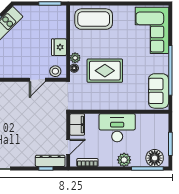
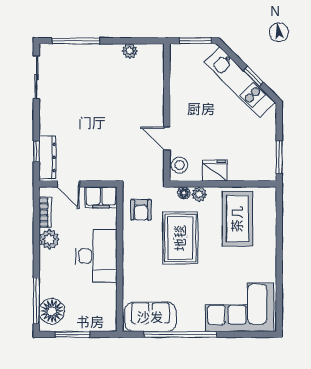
coffee table: (94, 19) -> (237, 219), moved
armchair: (86, 97) -> (141, 210), added
plant: (124, 160) -> (49, 239), moved

